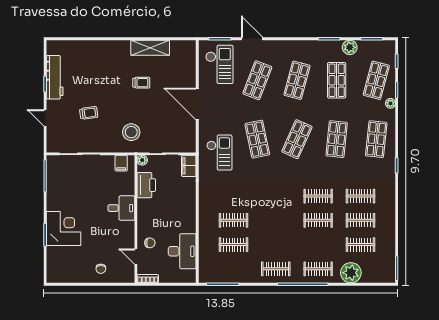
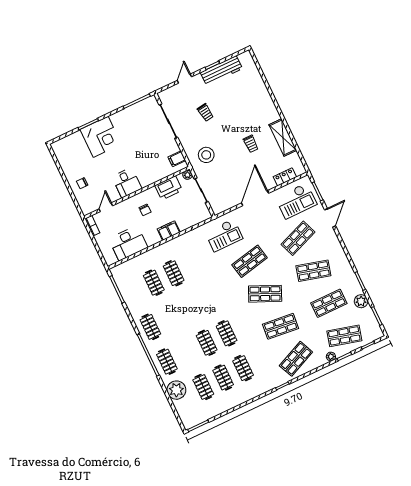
locker: (190, 64) -> (285, 177), added
shop shelf: (257, 80) -> (298, 238), turned -42
shop shelf: (376, 139) -> (296, 359), turned -30
filing cabinet: (189, 166) -> (169, 231), moved
desk: (121, 208) -> (127, 183), moved
chair: (150, 243) -> (145, 210), moved

